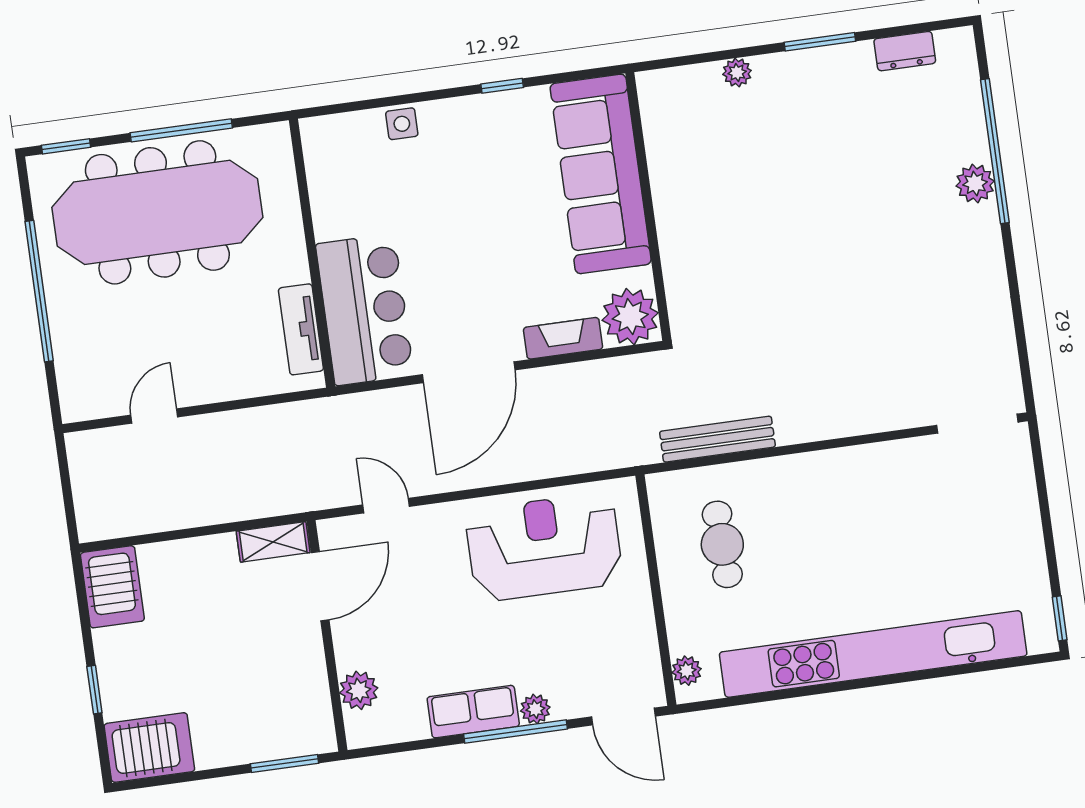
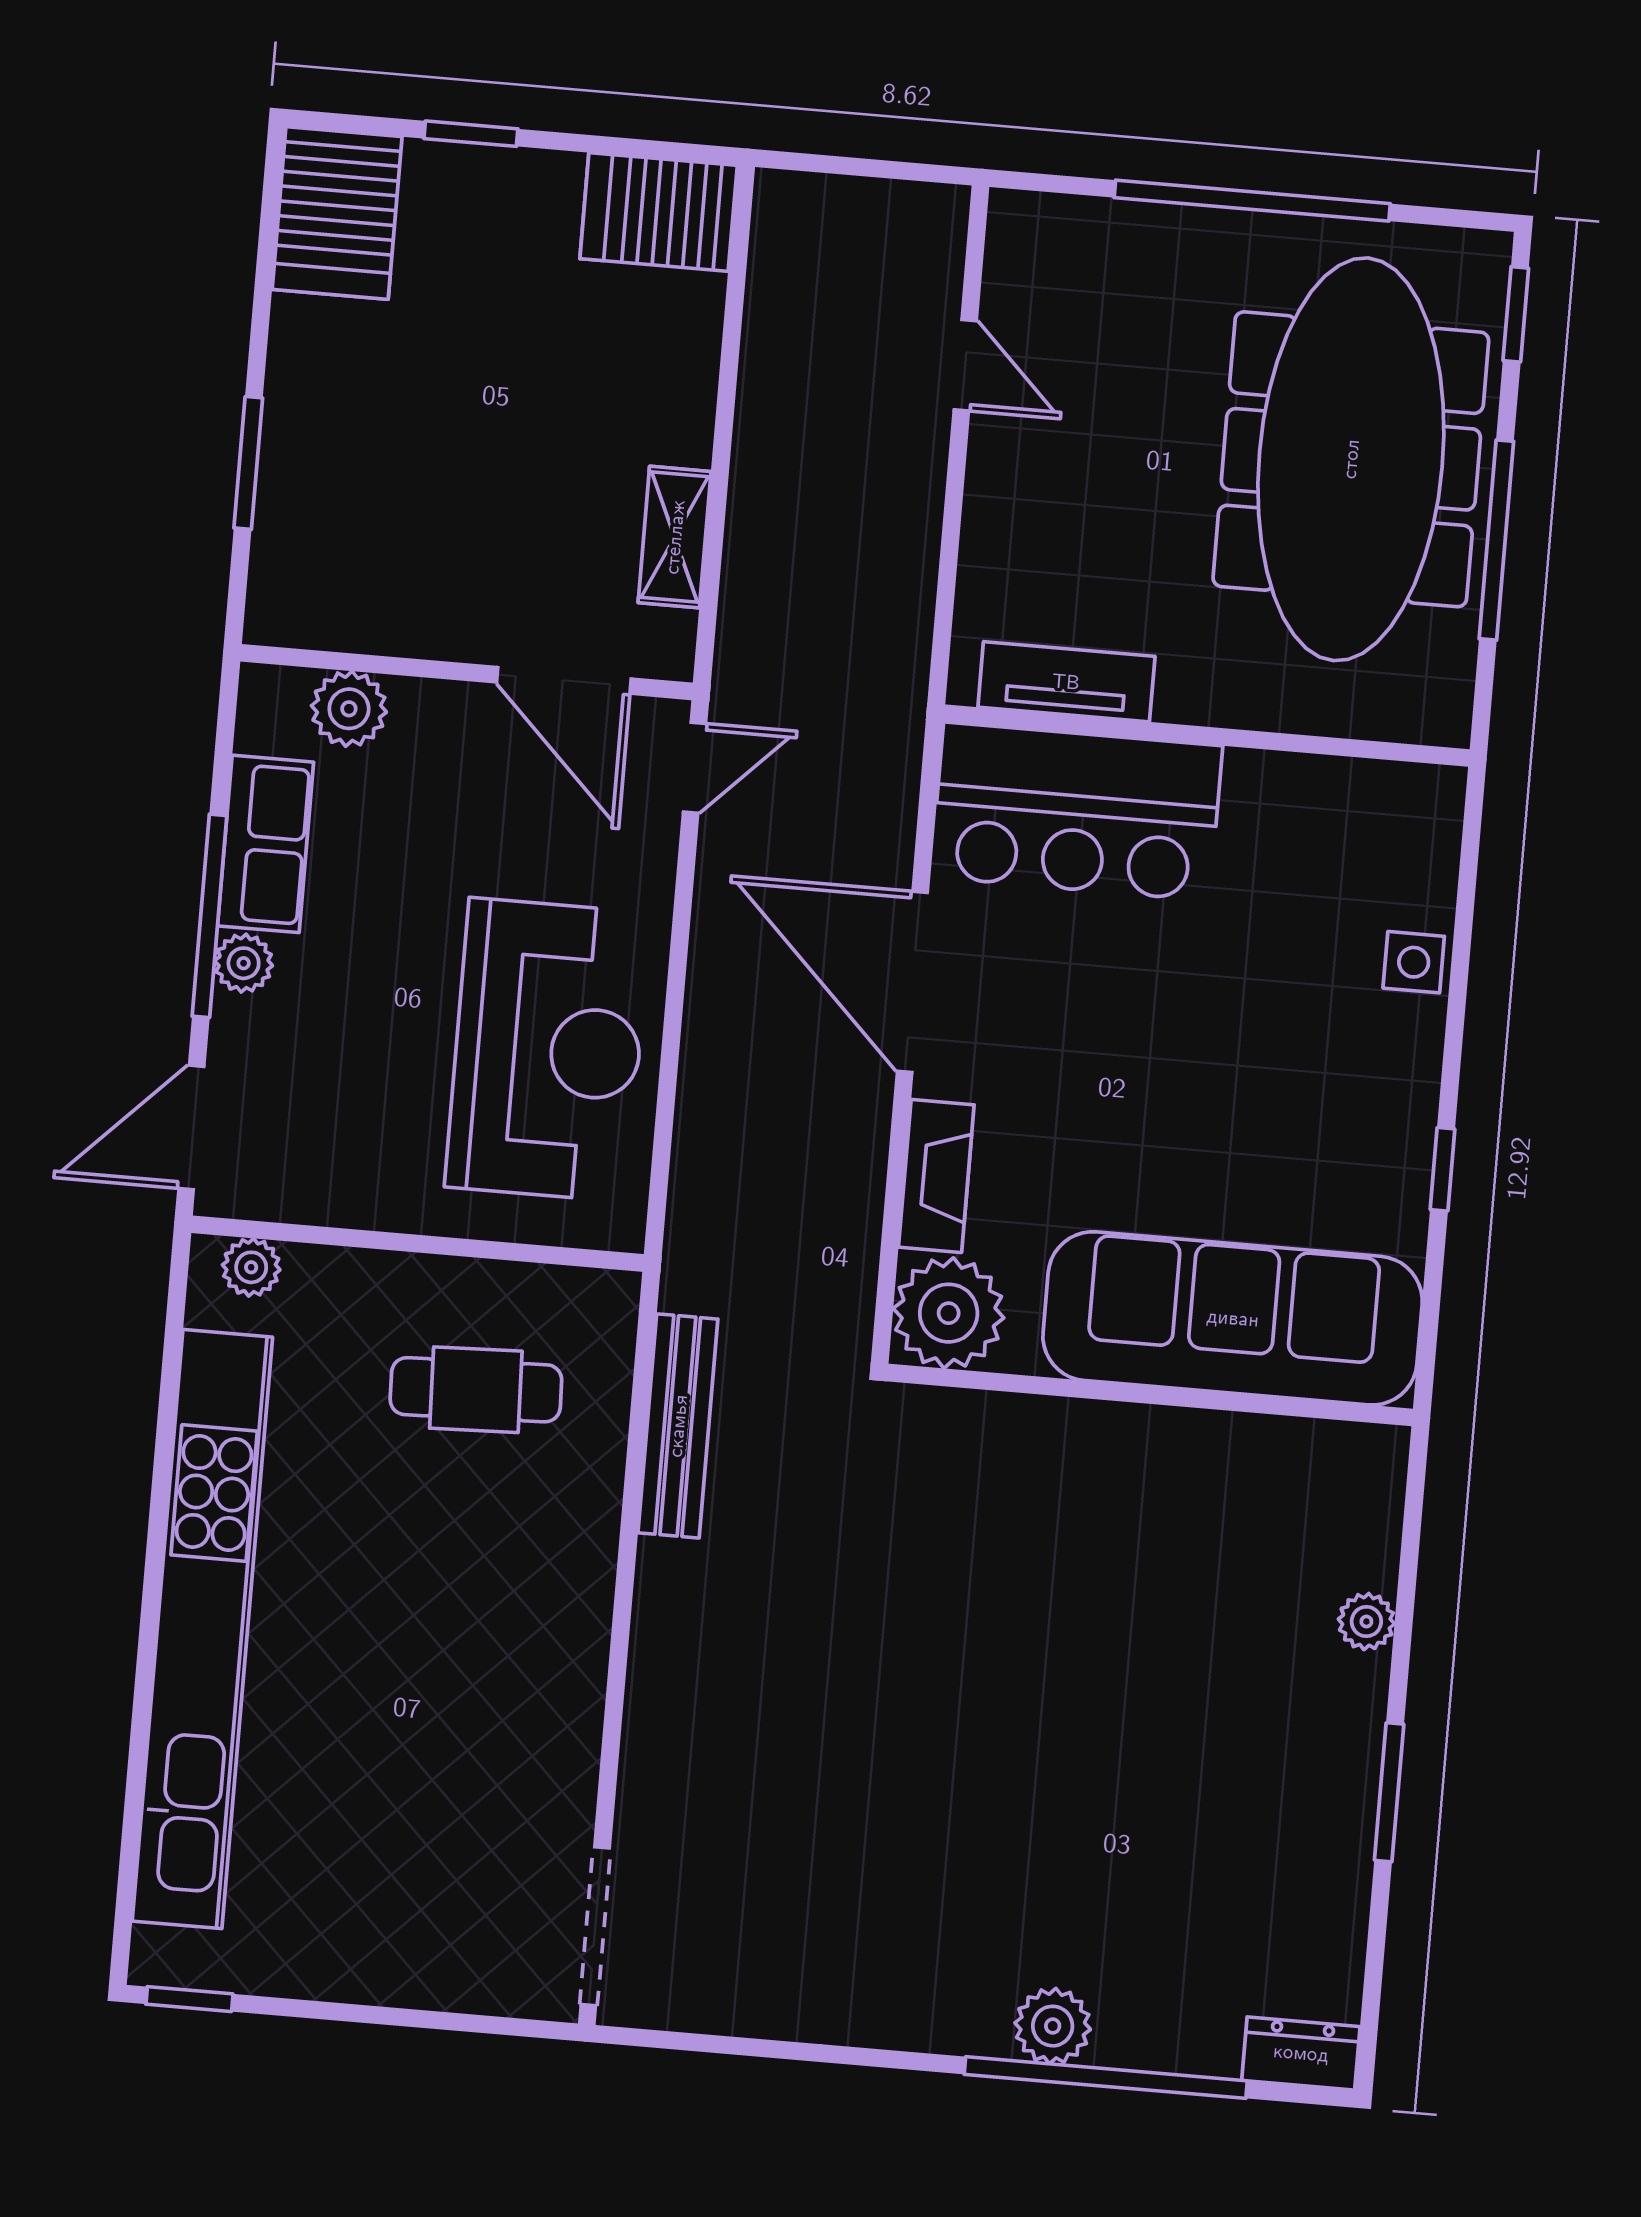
dresser: (905, 51) -> (1301, 2053), moved, turned 90
door: (320, 586) -> (564, 680), moved
wall: (327, 636) -> (467, 672), moved
plant: (359, 690) -> (349, 709), moved

